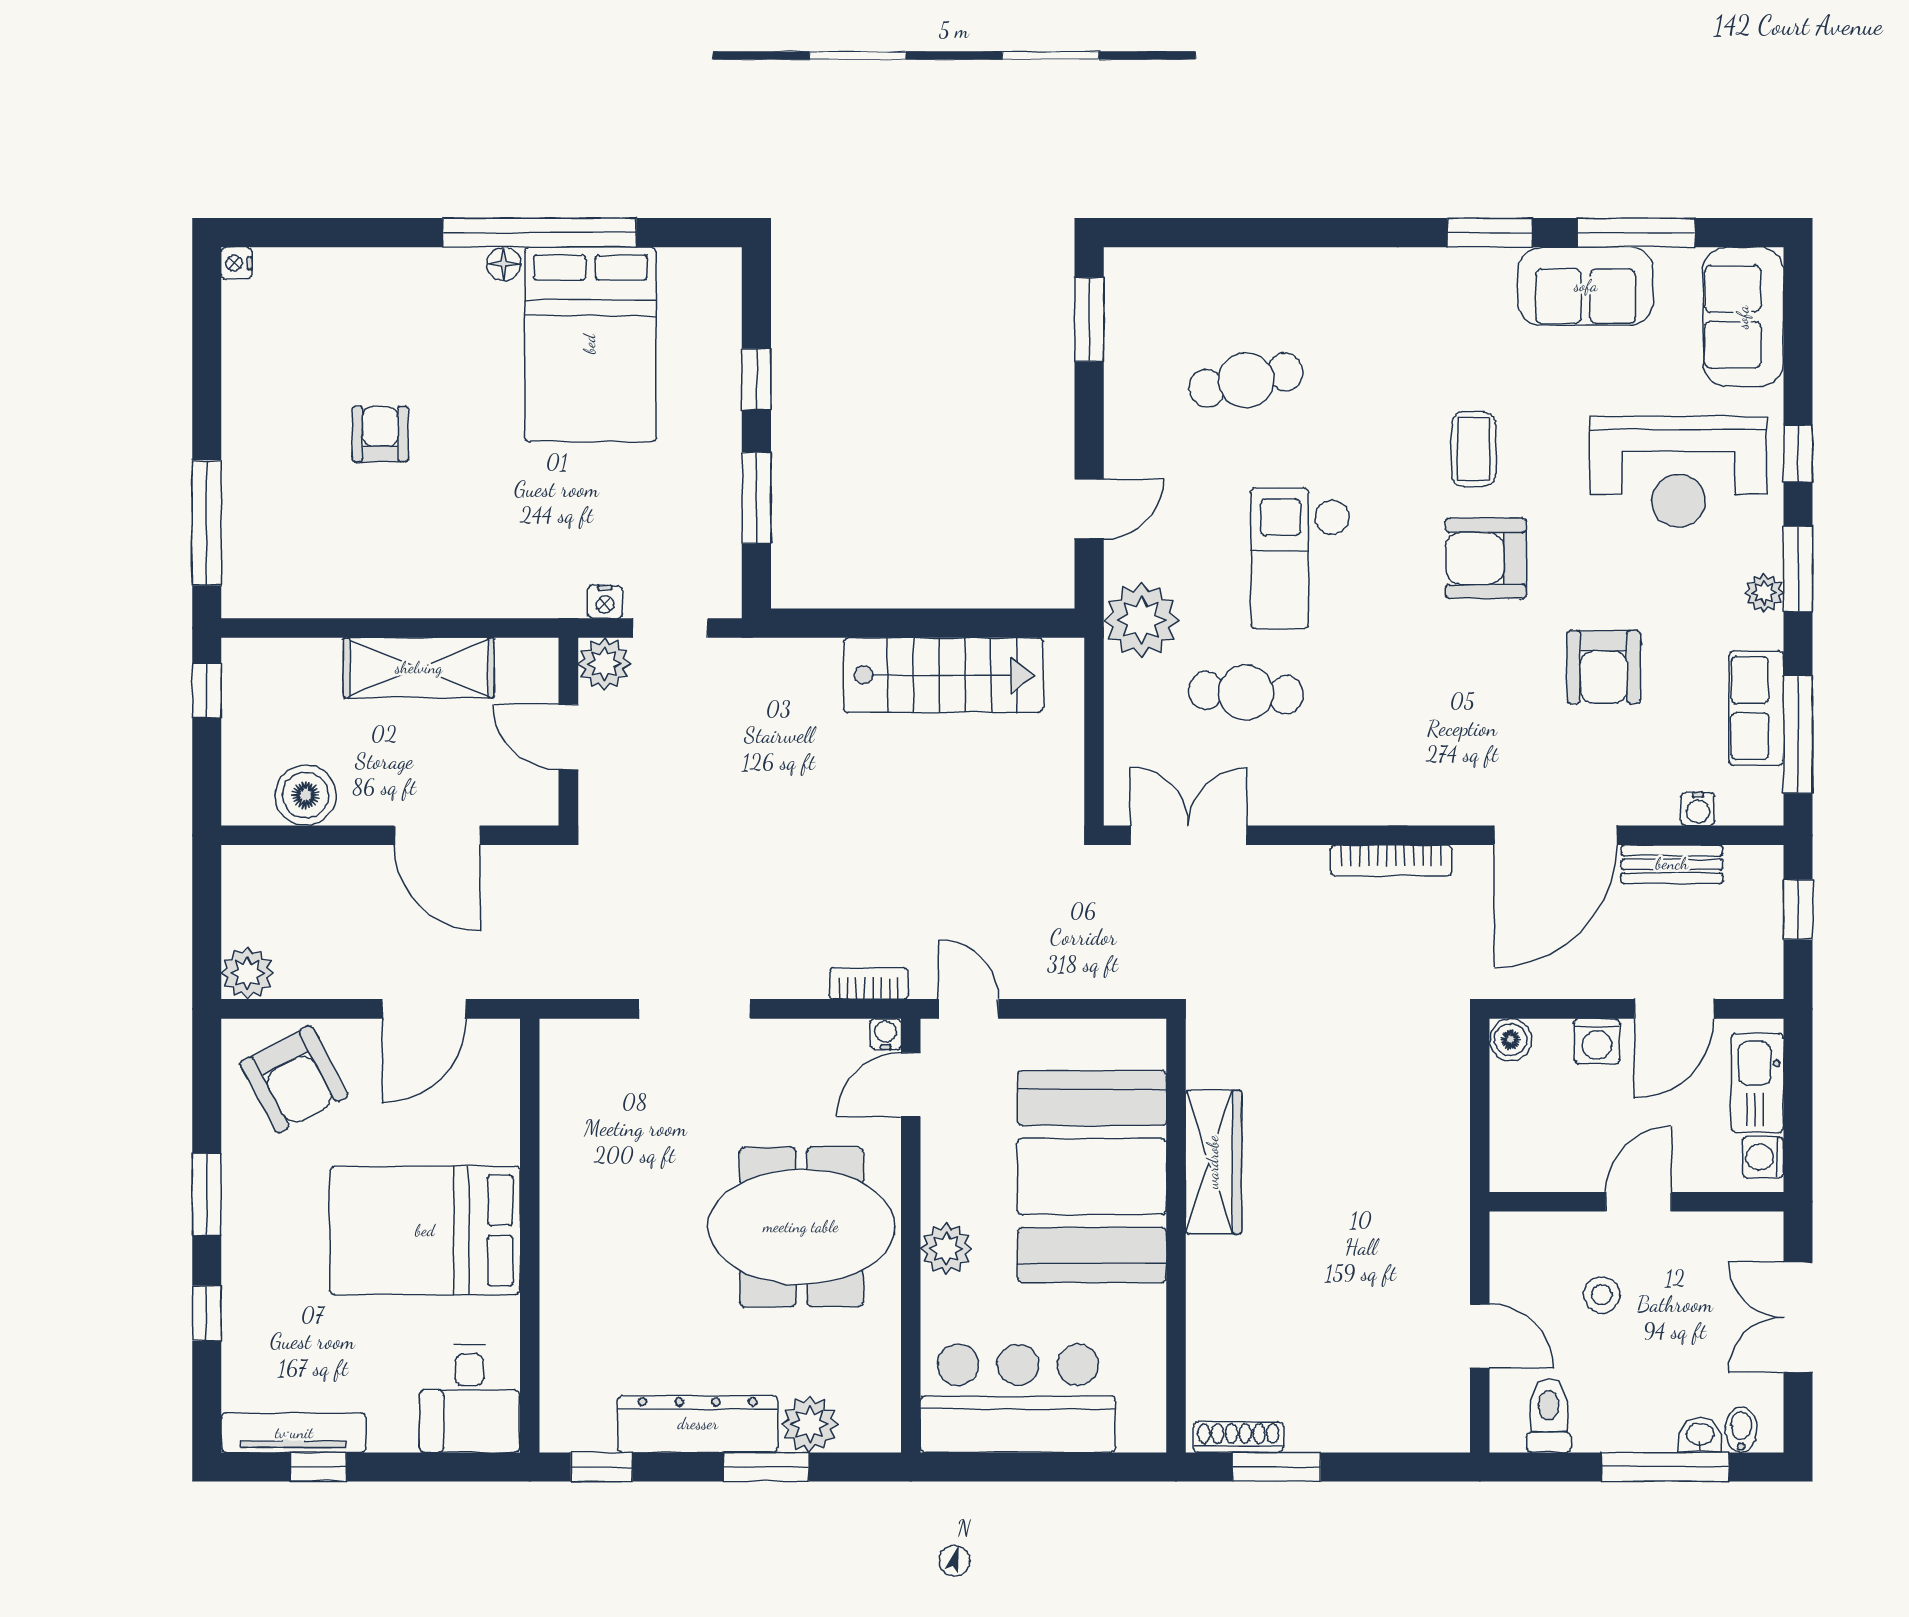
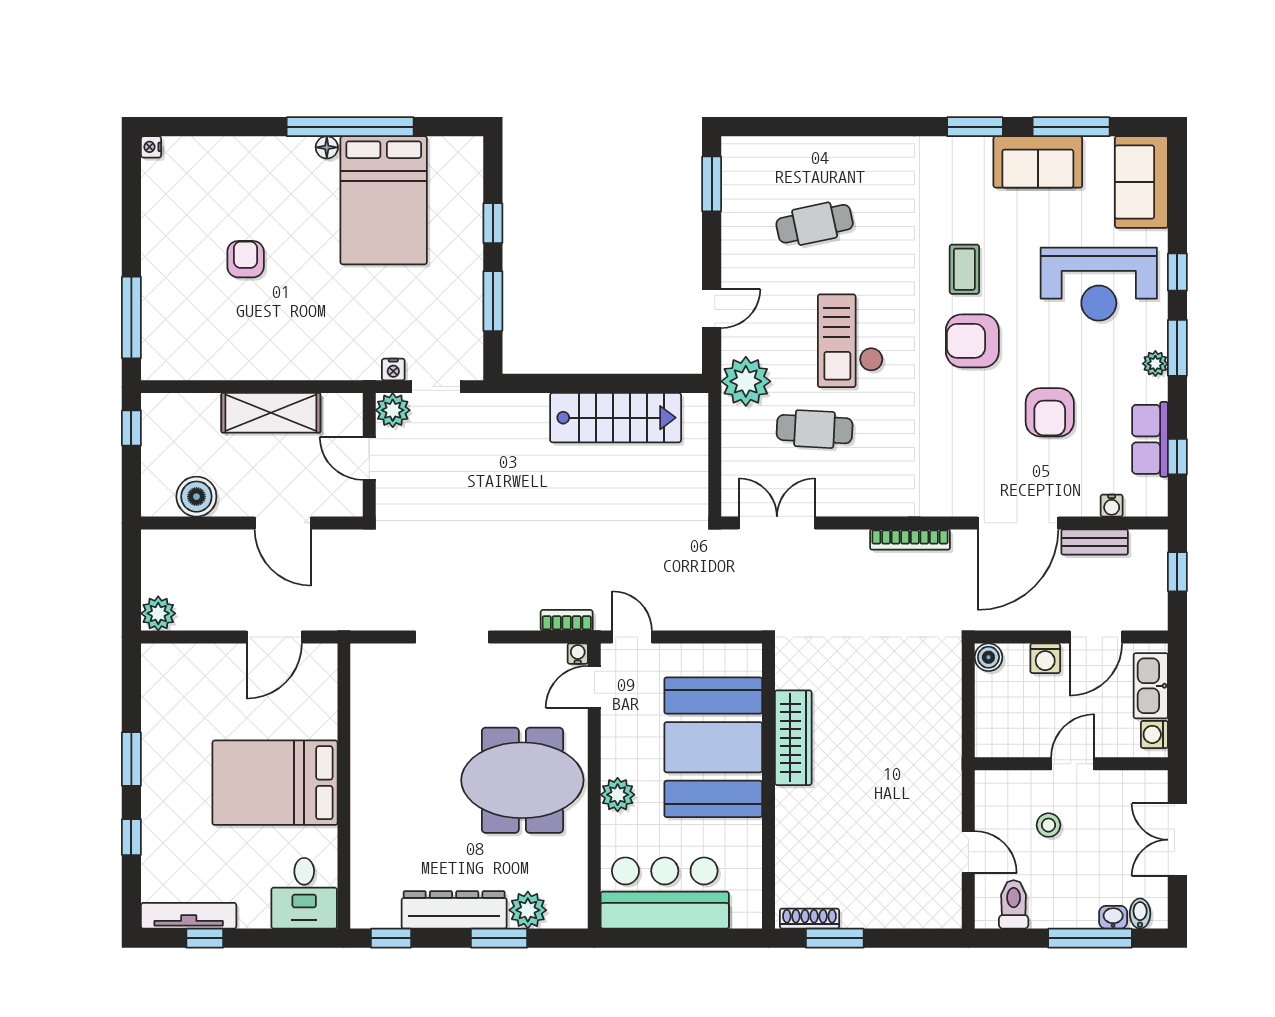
window: (1798, 735) -> (1177, 457), width x0.46
armchair: (294, 1079) -> (189, 683), removed

